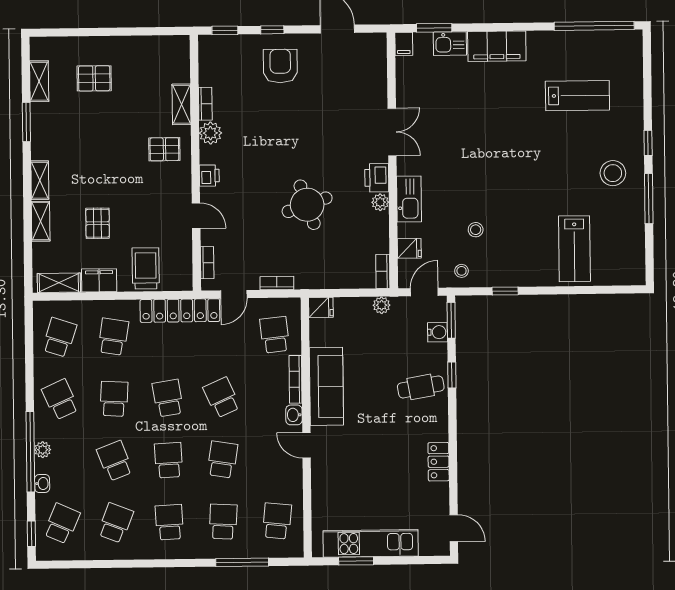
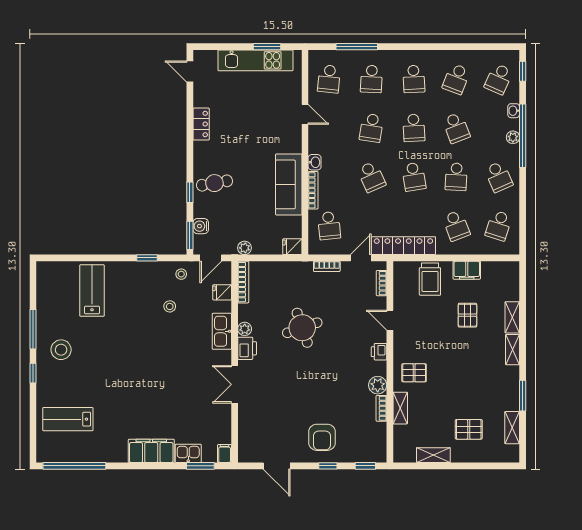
lab bench: (577, 96) -> (68, 419), moved
bookcase: (383, 271) -> (243, 282), width x1.56
shelving: (59, 283) -> (433, 455), moved
school desk: (113, 337) -> (456, 226), turned -30
door: (306, 445) -> (305, 114), moved

